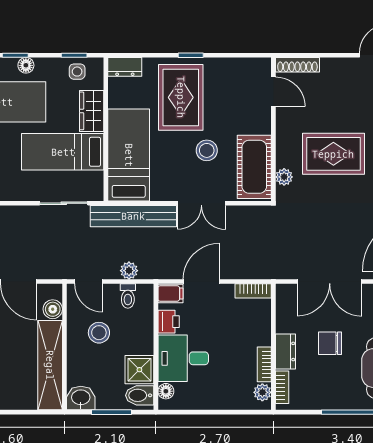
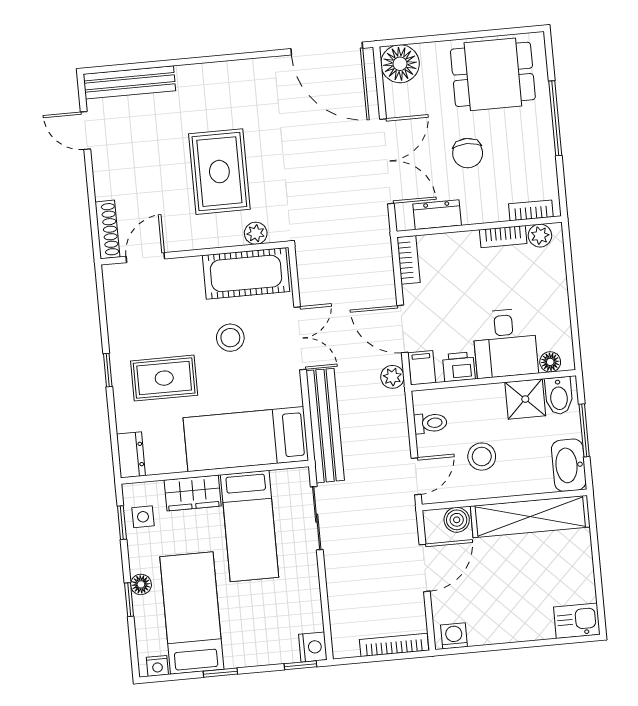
rug: (181, 97) -> (164, 378), width x0.73, depth x0.70
plant: (129, 271) -> (392, 377), moved
dresser: (285, 351) -> (437, 215), moved
washbasin: (81, 398) -> (569, 465), width x1.38

